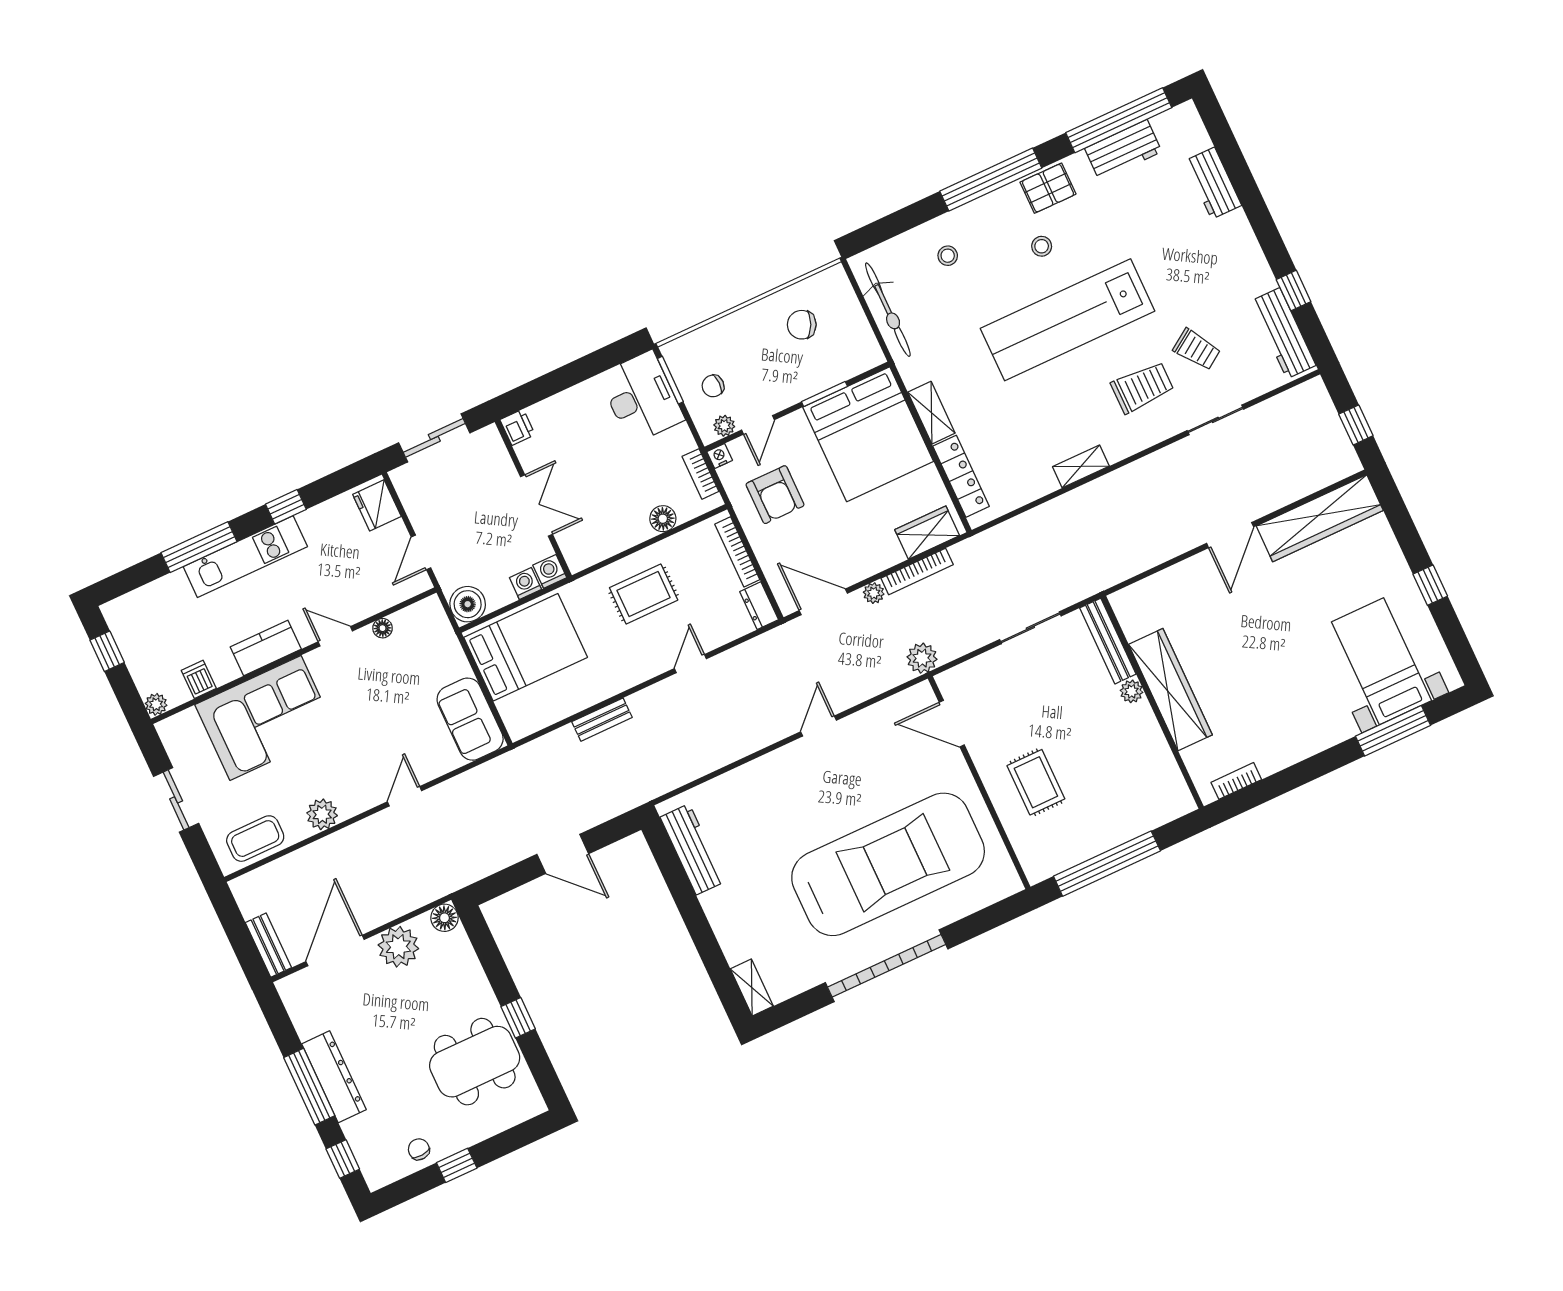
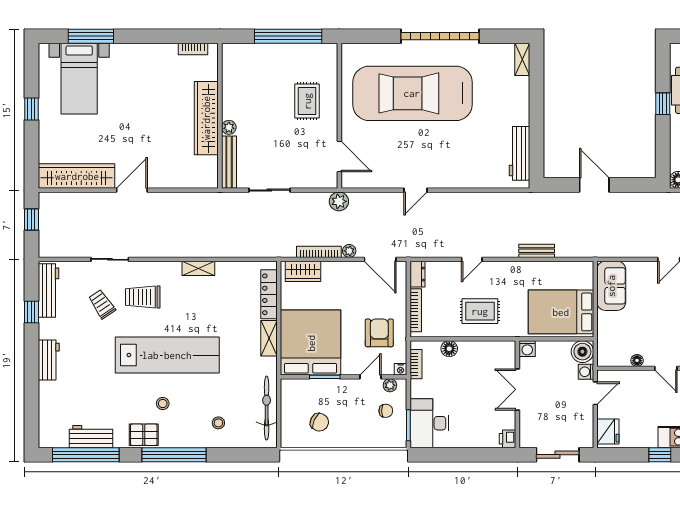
workbench: (1213, 183) -> (49, 360), moved
washing machine: (525, 583) -> (586, 372), moved, turned 90

